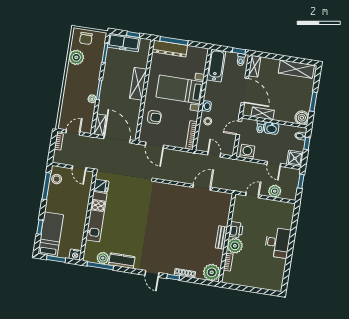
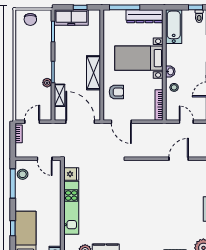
dresser: (170, 49) -> (145, 16), moved
plant: (76, 57) -> (23, 41), removed
shelving: (138, 84) -> (94, 73), moved
shelving: (100, 125) -> (60, 95), moved

